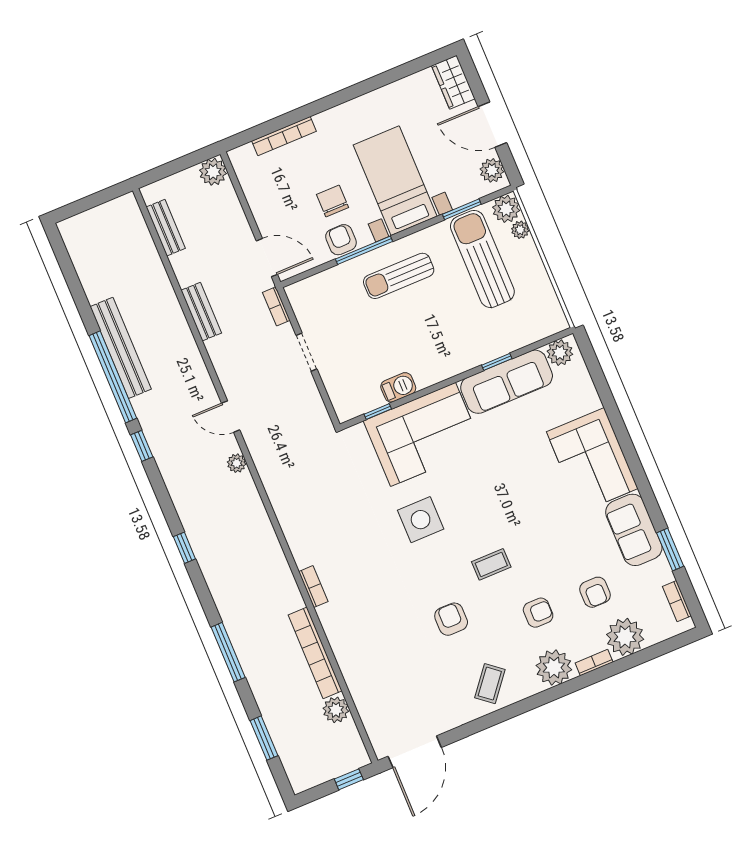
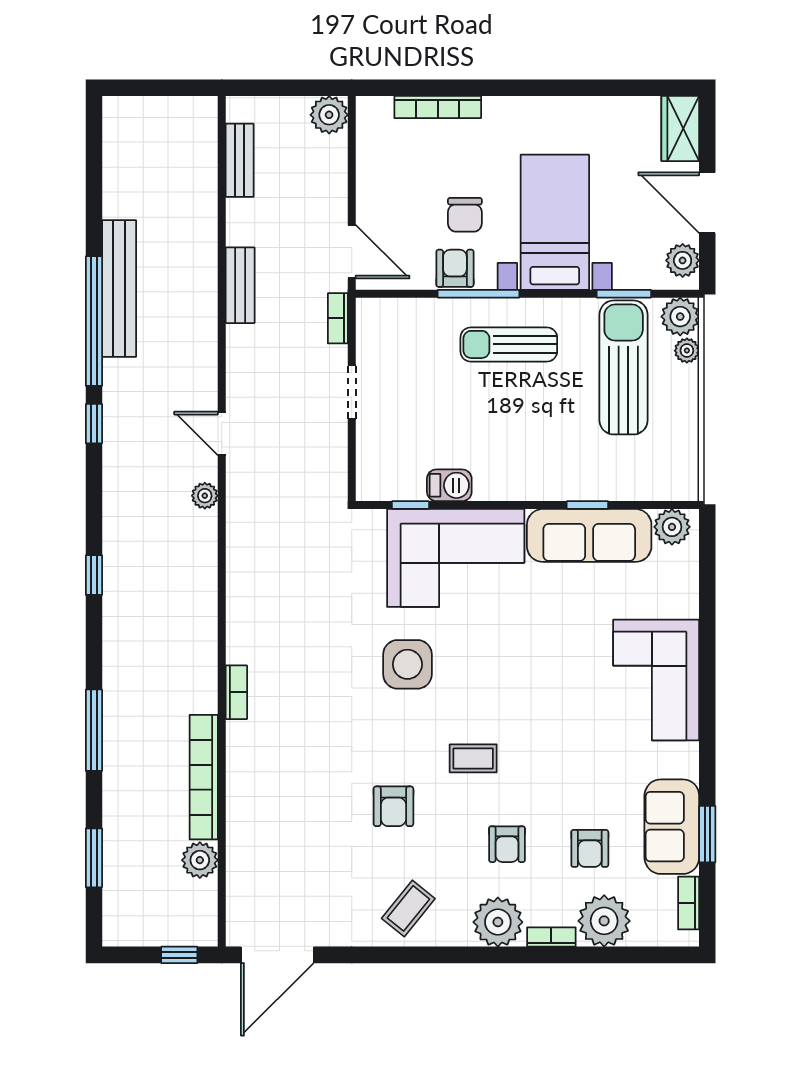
chair: (333, 201) -> (465, 215), turned 180
sofa: (634, 530) -> (672, 827), moved
armchair: (538, 613) -> (507, 844), turned 90
armchair: (451, 619) -> (393, 806), turned 180

